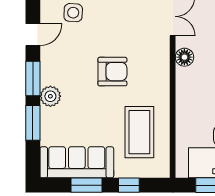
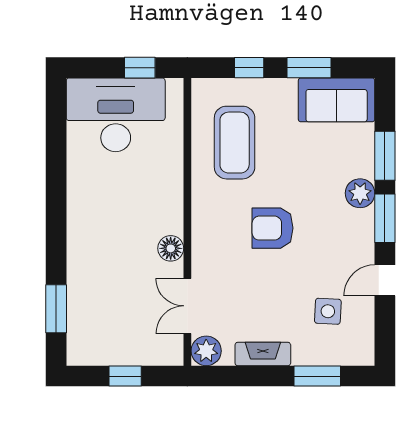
sofa: (77, 162) -> (337, 100), width x0.73

